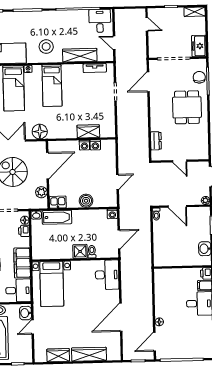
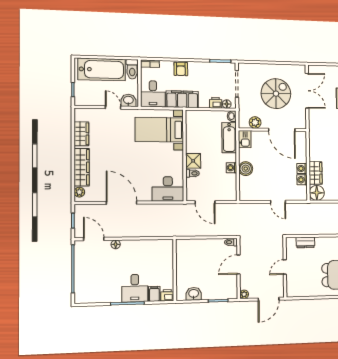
floor lamp: (40, 132) -> (317, 193), moved
door: (117, 182) -> (278, 202), moved
washing machine: (112, 214) -> (231, 168), moved
plant: (112, 356) -> (79, 192), added

